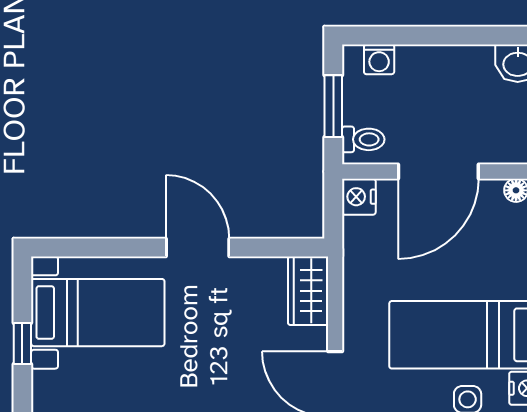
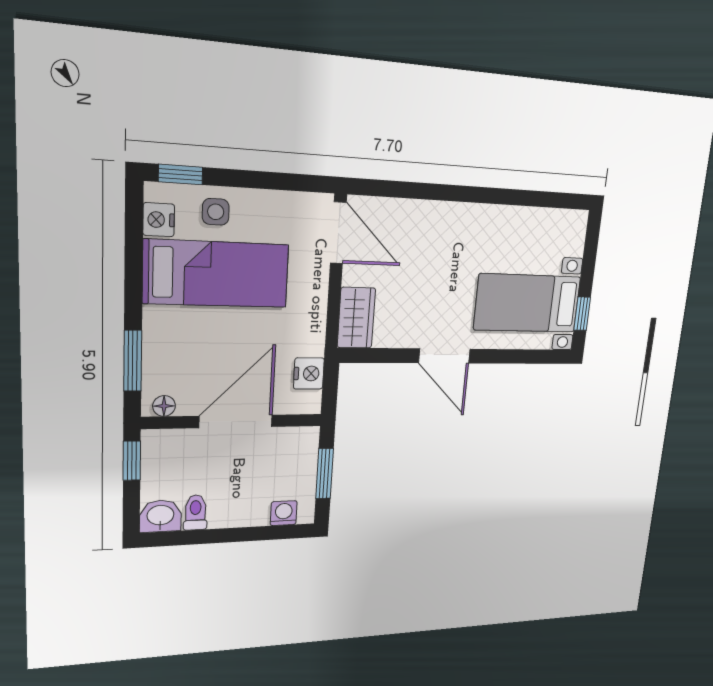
toilet: (363, 139) -> (195, 513), moved, turned 90
nightstand: (359, 197) -> (309, 373), moved
window: (22, 344) -> (582, 314), moved

